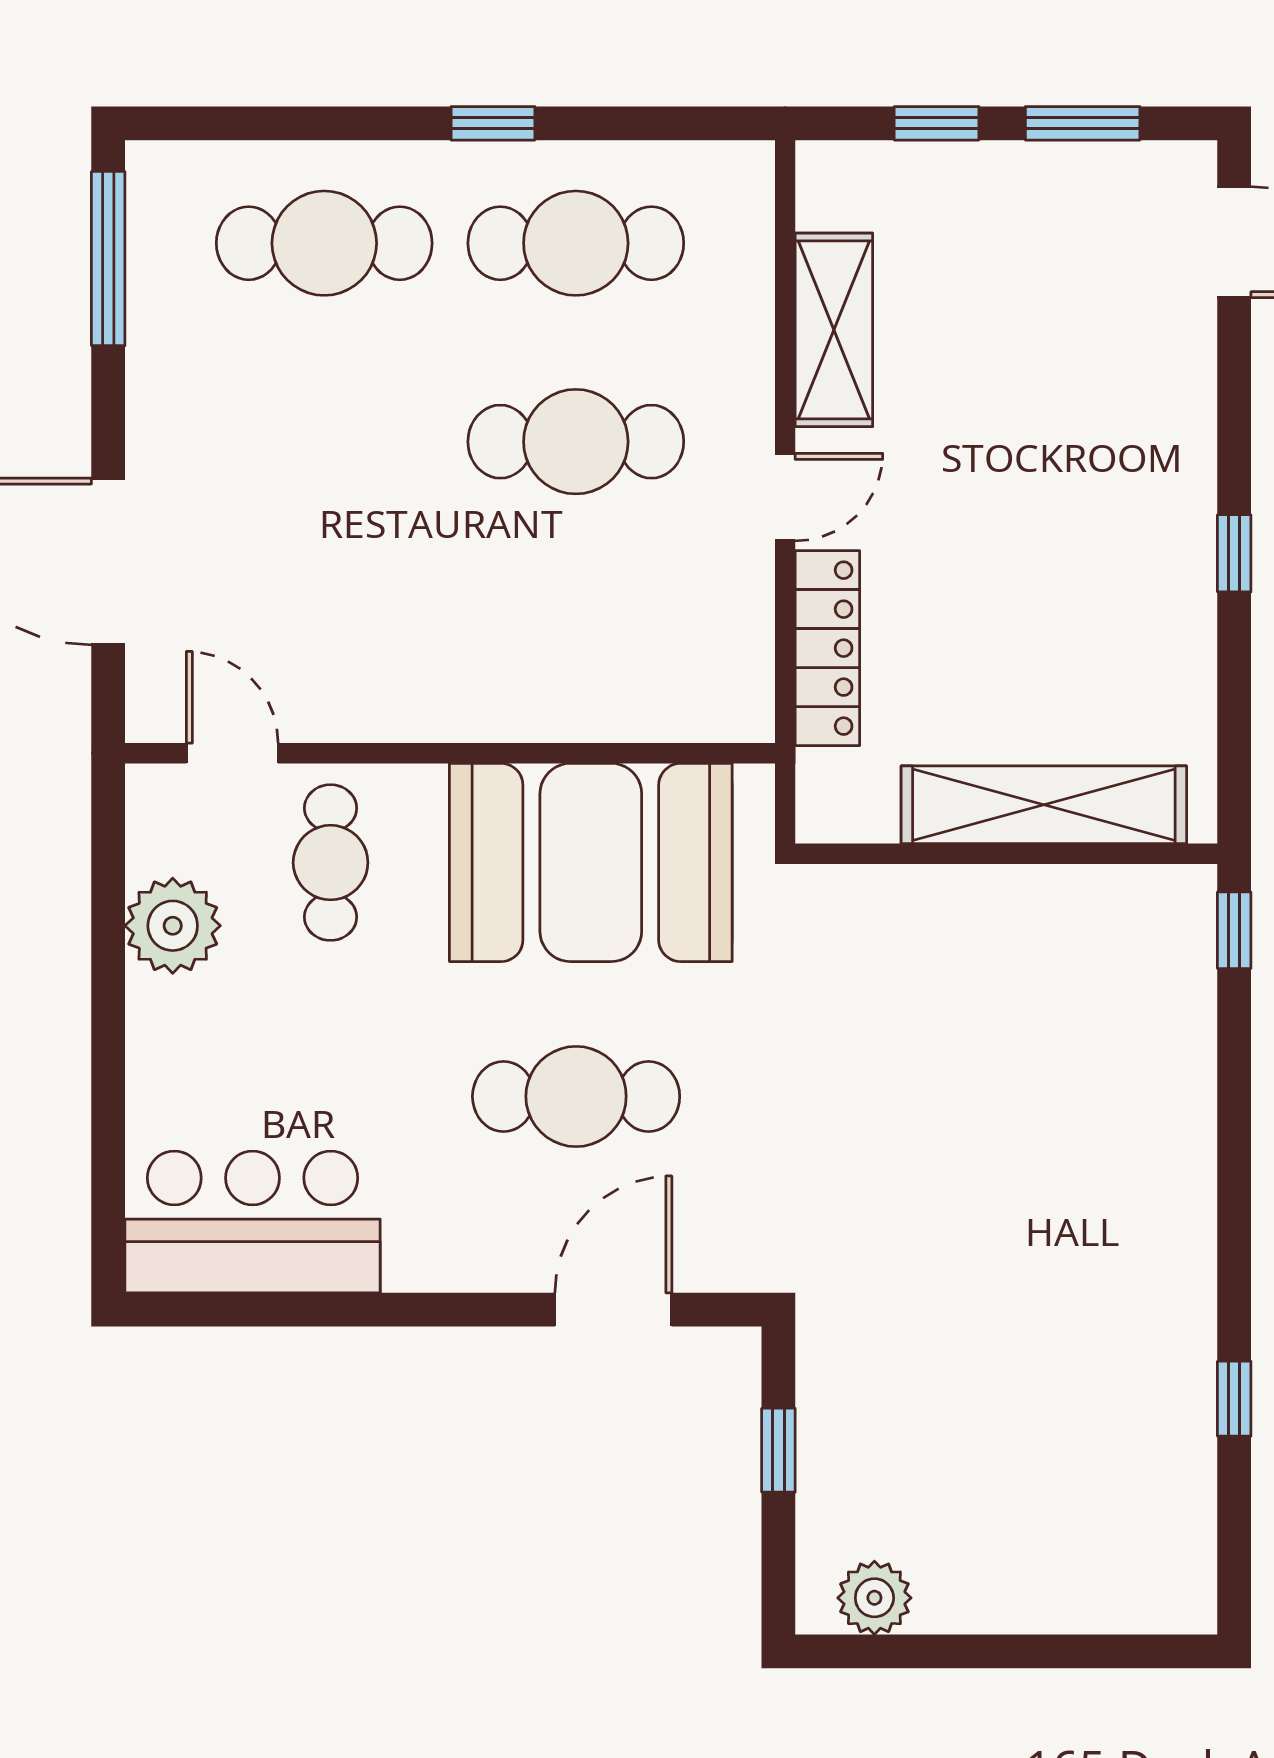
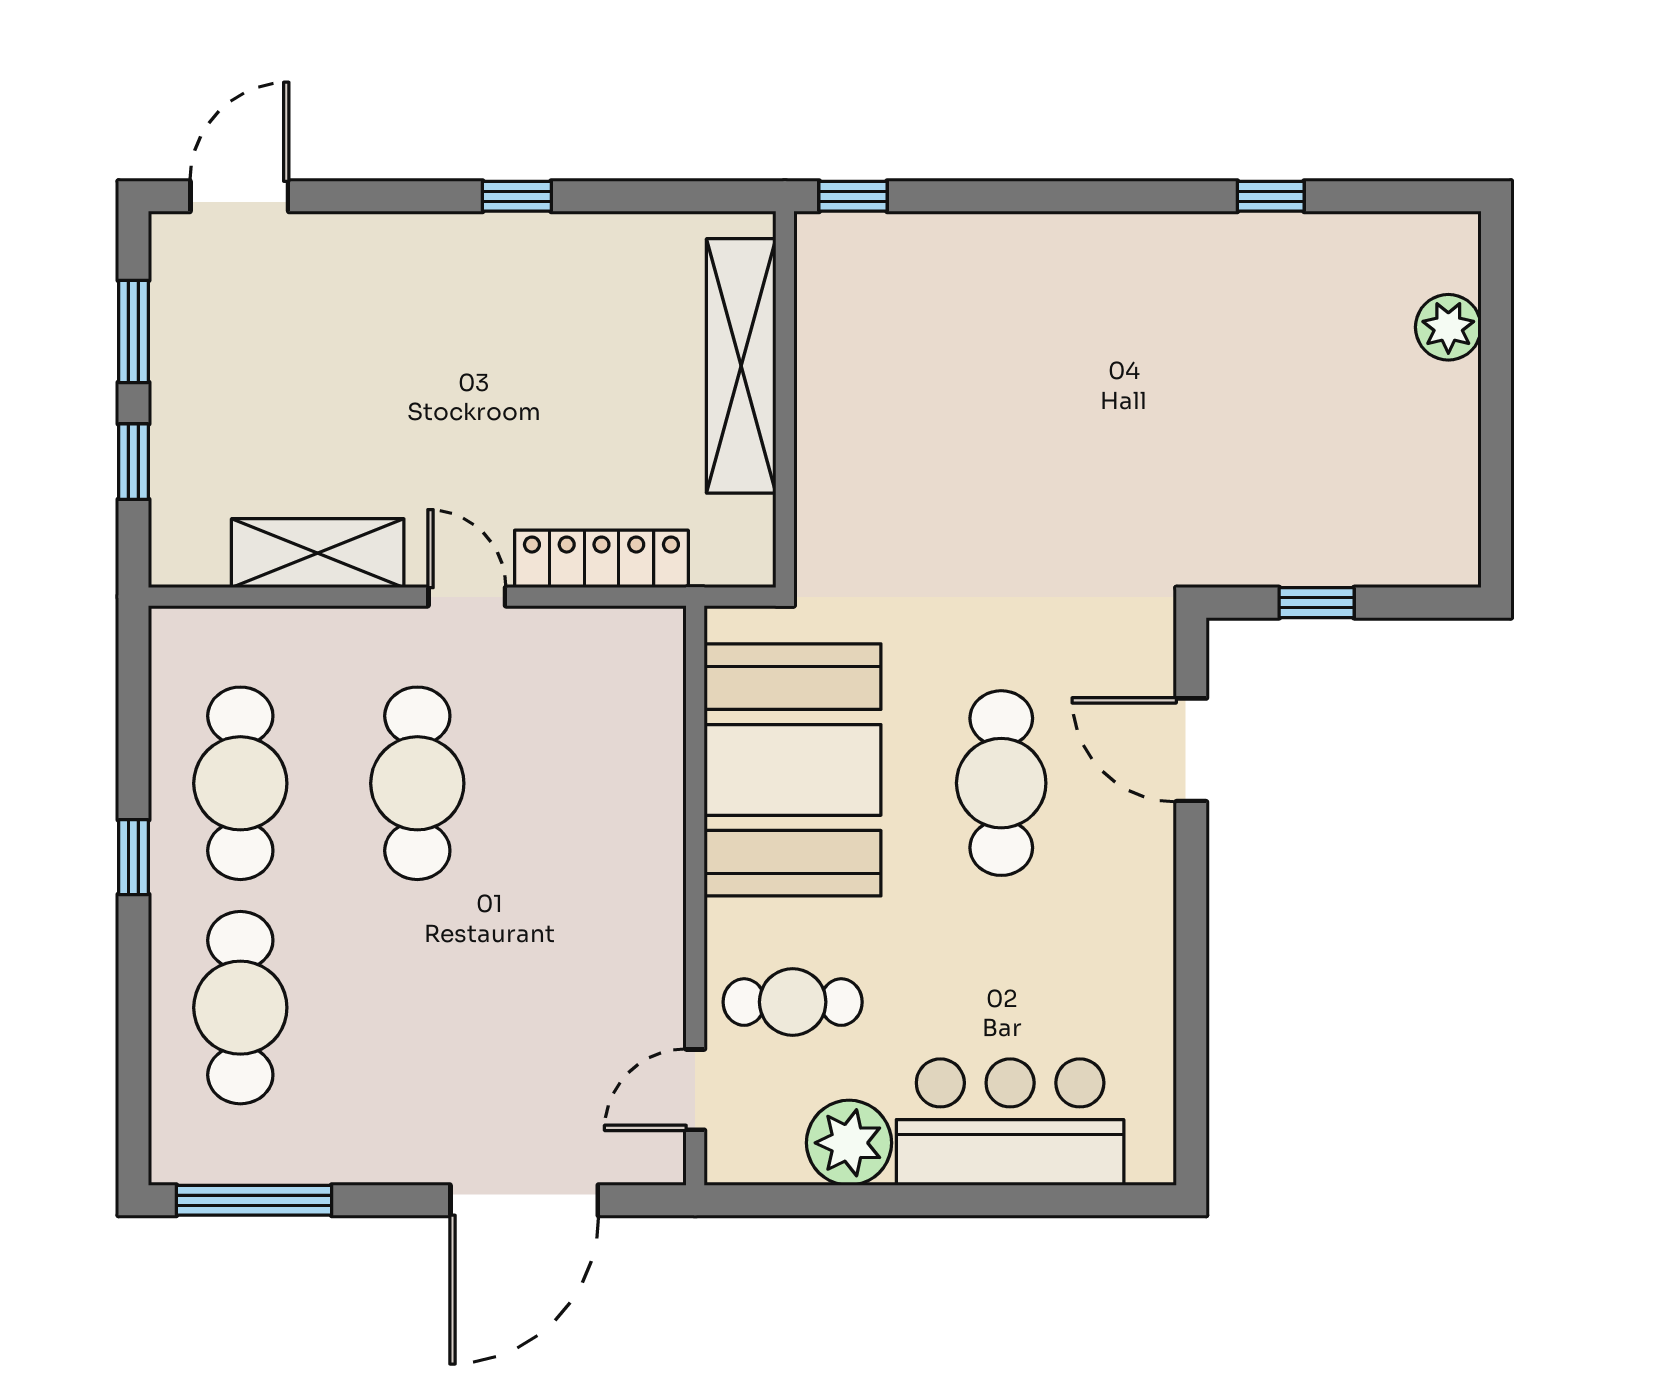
bar counter: (253, 1222) -> (1010, 1122), moved, turned 90
plant: (874, 1598) -> (1448, 327), moved

